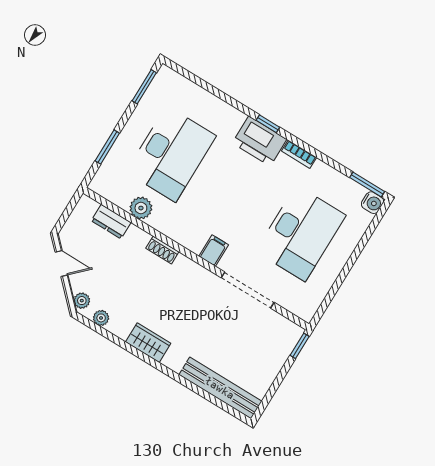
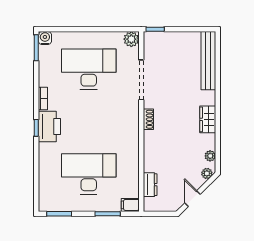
plant: (141, 208) -> (131, 39), moved
shoe rack: (162, 250) -> (148, 119), moved
filing cabinet: (214, 251) -> (130, 205), moved

